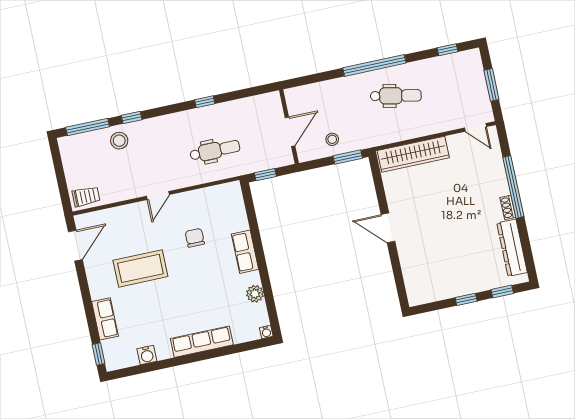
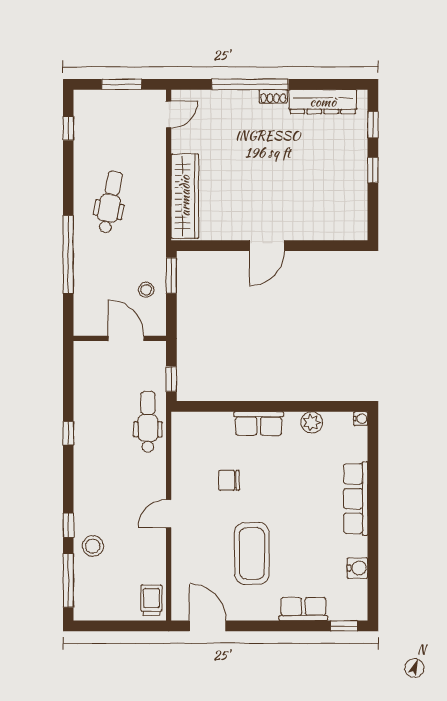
window: (374, 65) -> (68, 255), moved
dental chair: (215, 151) -> (148, 422), moved
door: (158, 195) -> (169, 514), swing flipped

